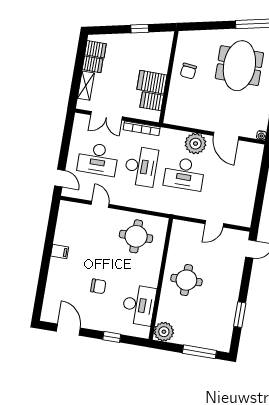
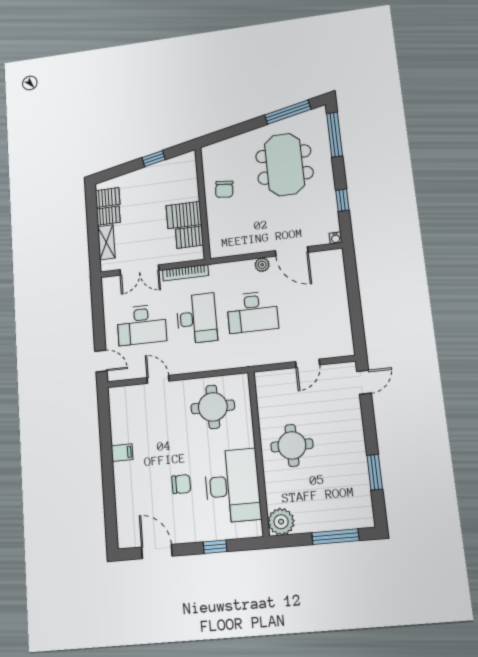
plant: (195, 144) -> (262, 265), width x0.53, depth x0.53
desk: (139, 305) -> (232, 486), width x1.36, depth x1.30

